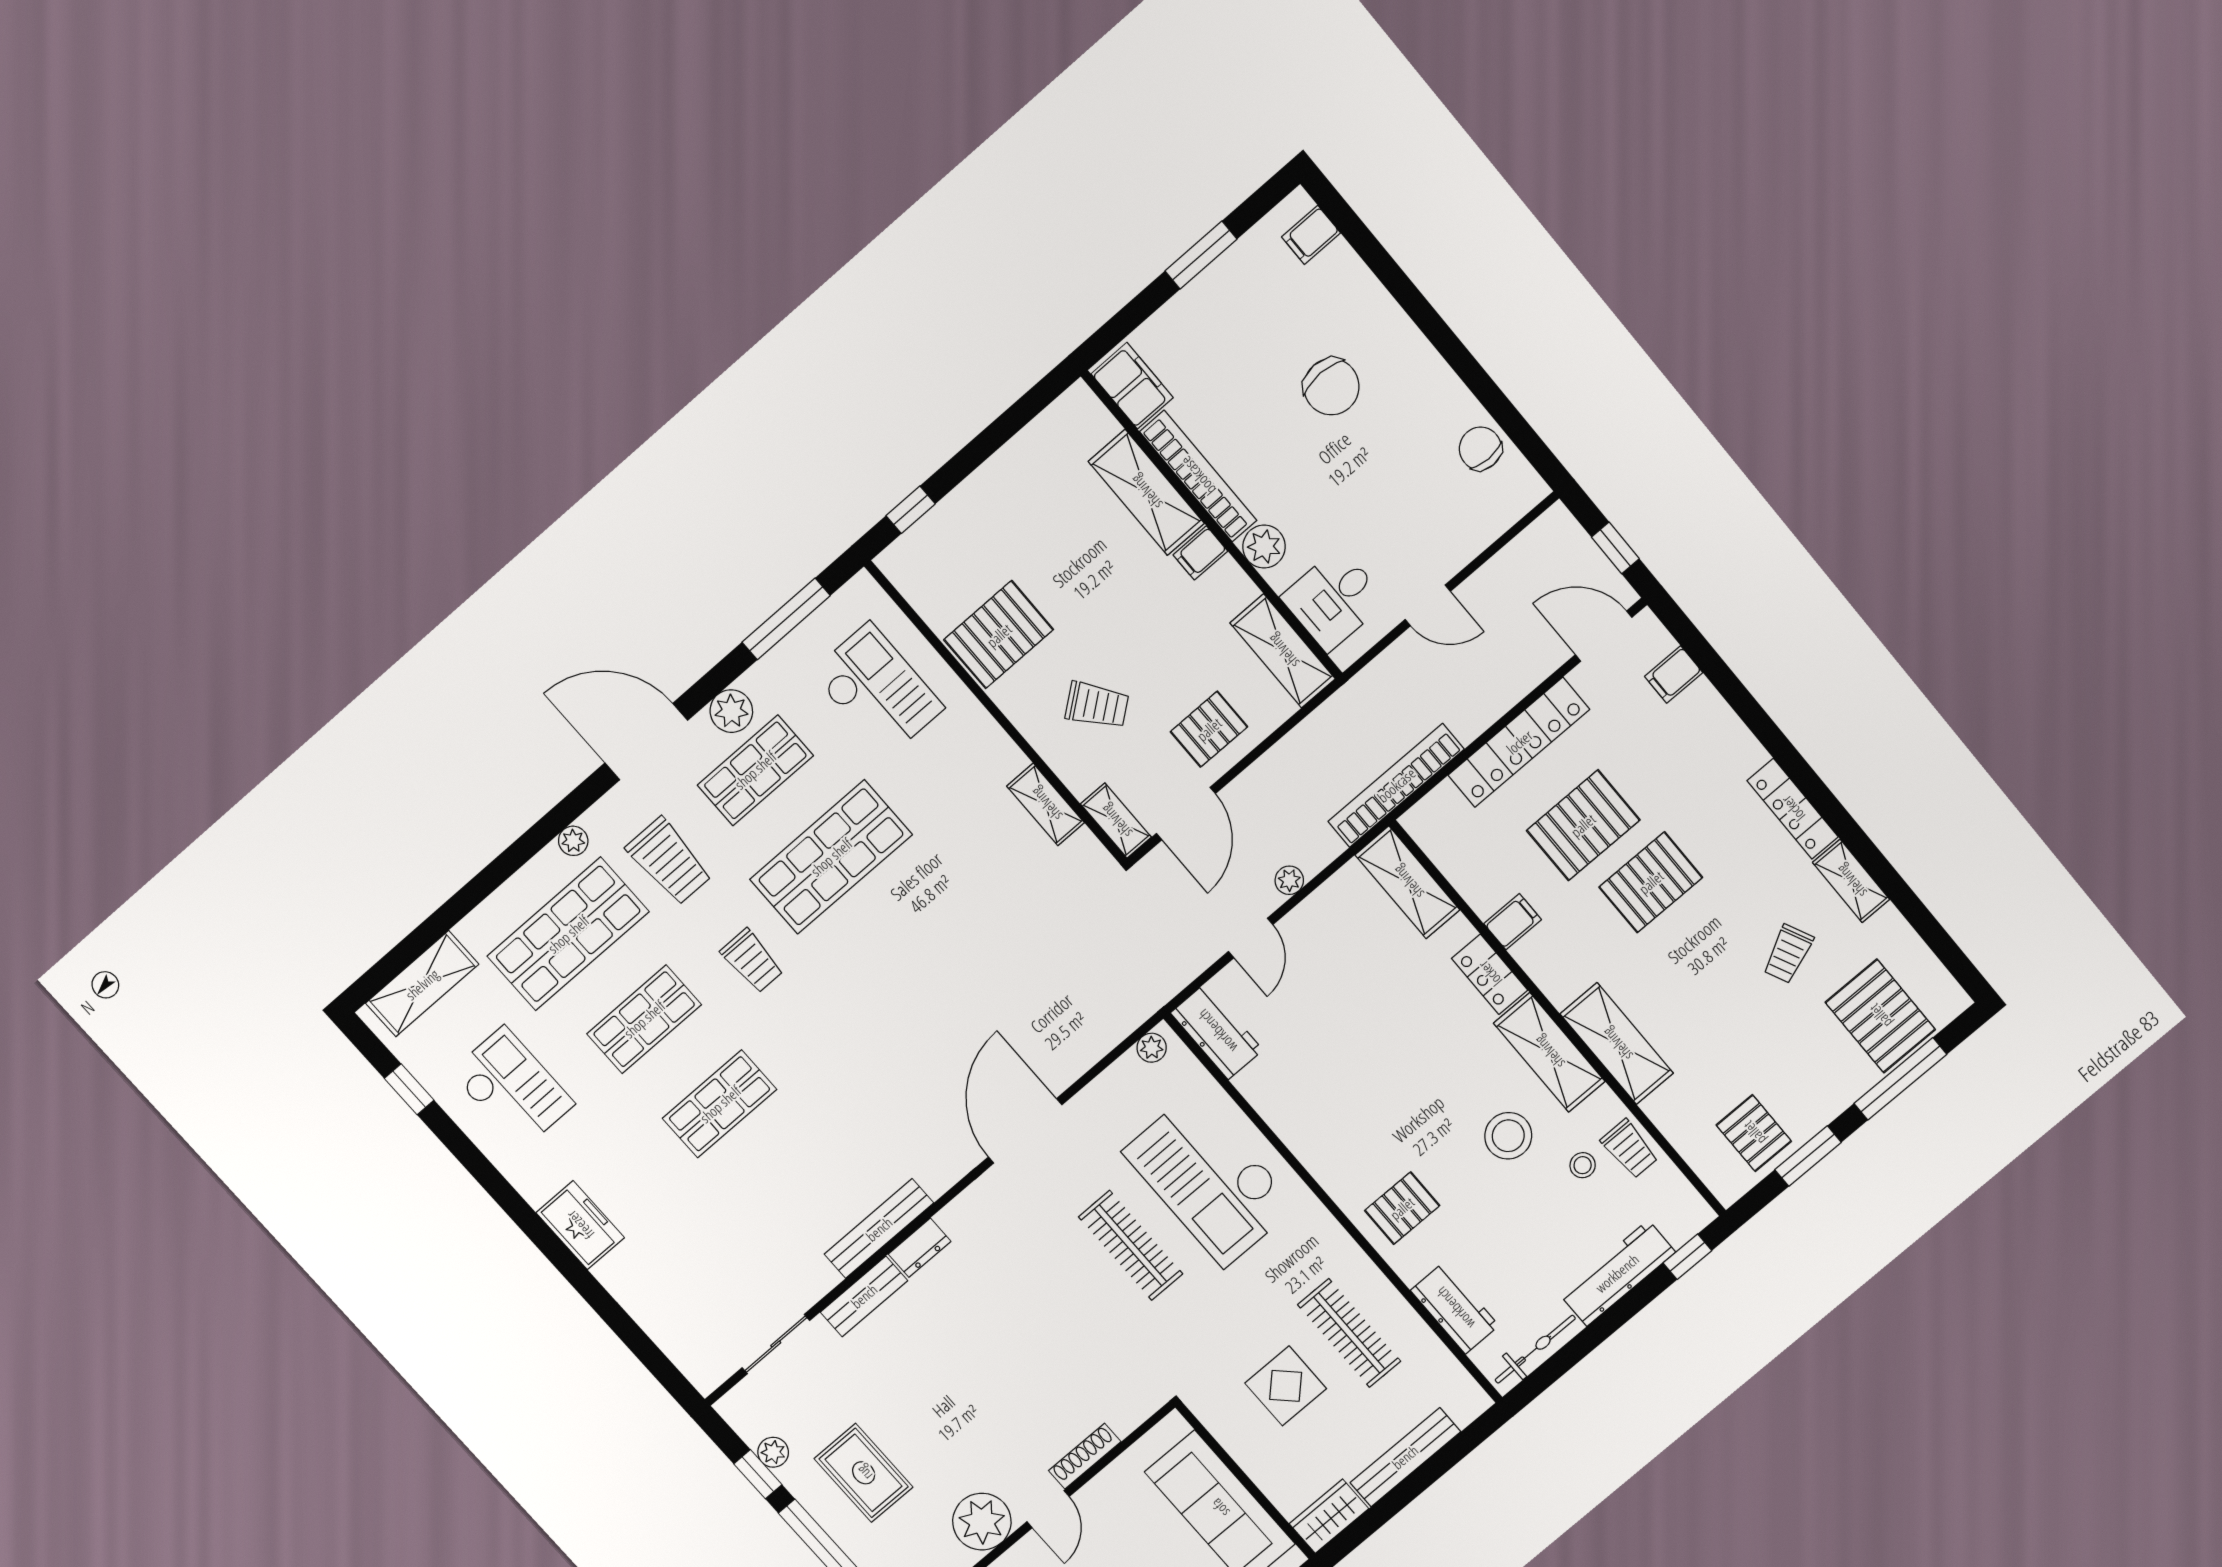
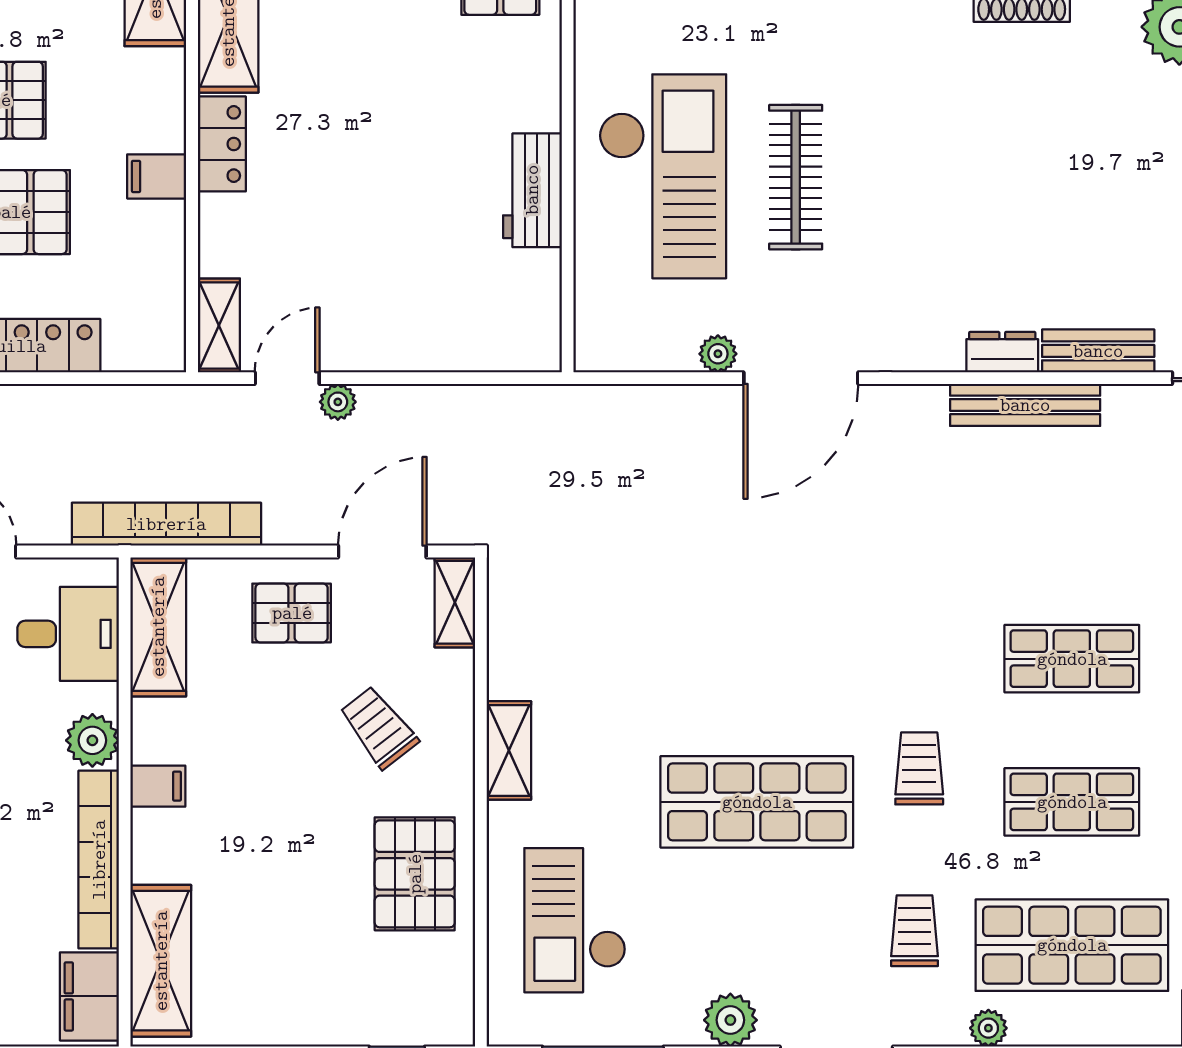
shelving: (1146, 492) -> (161, 961), moved
pallet: (999, 635) -> (415, 874), turned 90
shop shelf: (755, 770) -> (757, 945), removed
bookcase: (1396, 785) -> (166, 524), moved, turned 180
shelving: (1046, 804) -> (509, 750), moved
trolley: (669, 861) -> (915, 931), width x0.73, depth x0.72
shelving: (1408, 882) -> (219, 325), width x0.67, depth x0.75
door: (1251, 938) -> (287, 378), moved
workbench: (1217, 1031) -> (532, 190), moved
plant: (1152, 1048) -> (718, 354), moved

